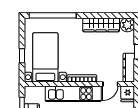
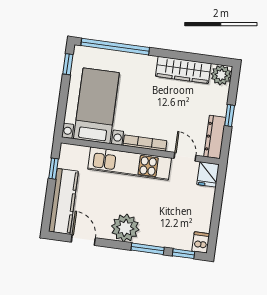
window: (22, 56) -> (68, 64), moved
door: (110, 84) -> (185, 157), swing flipped

